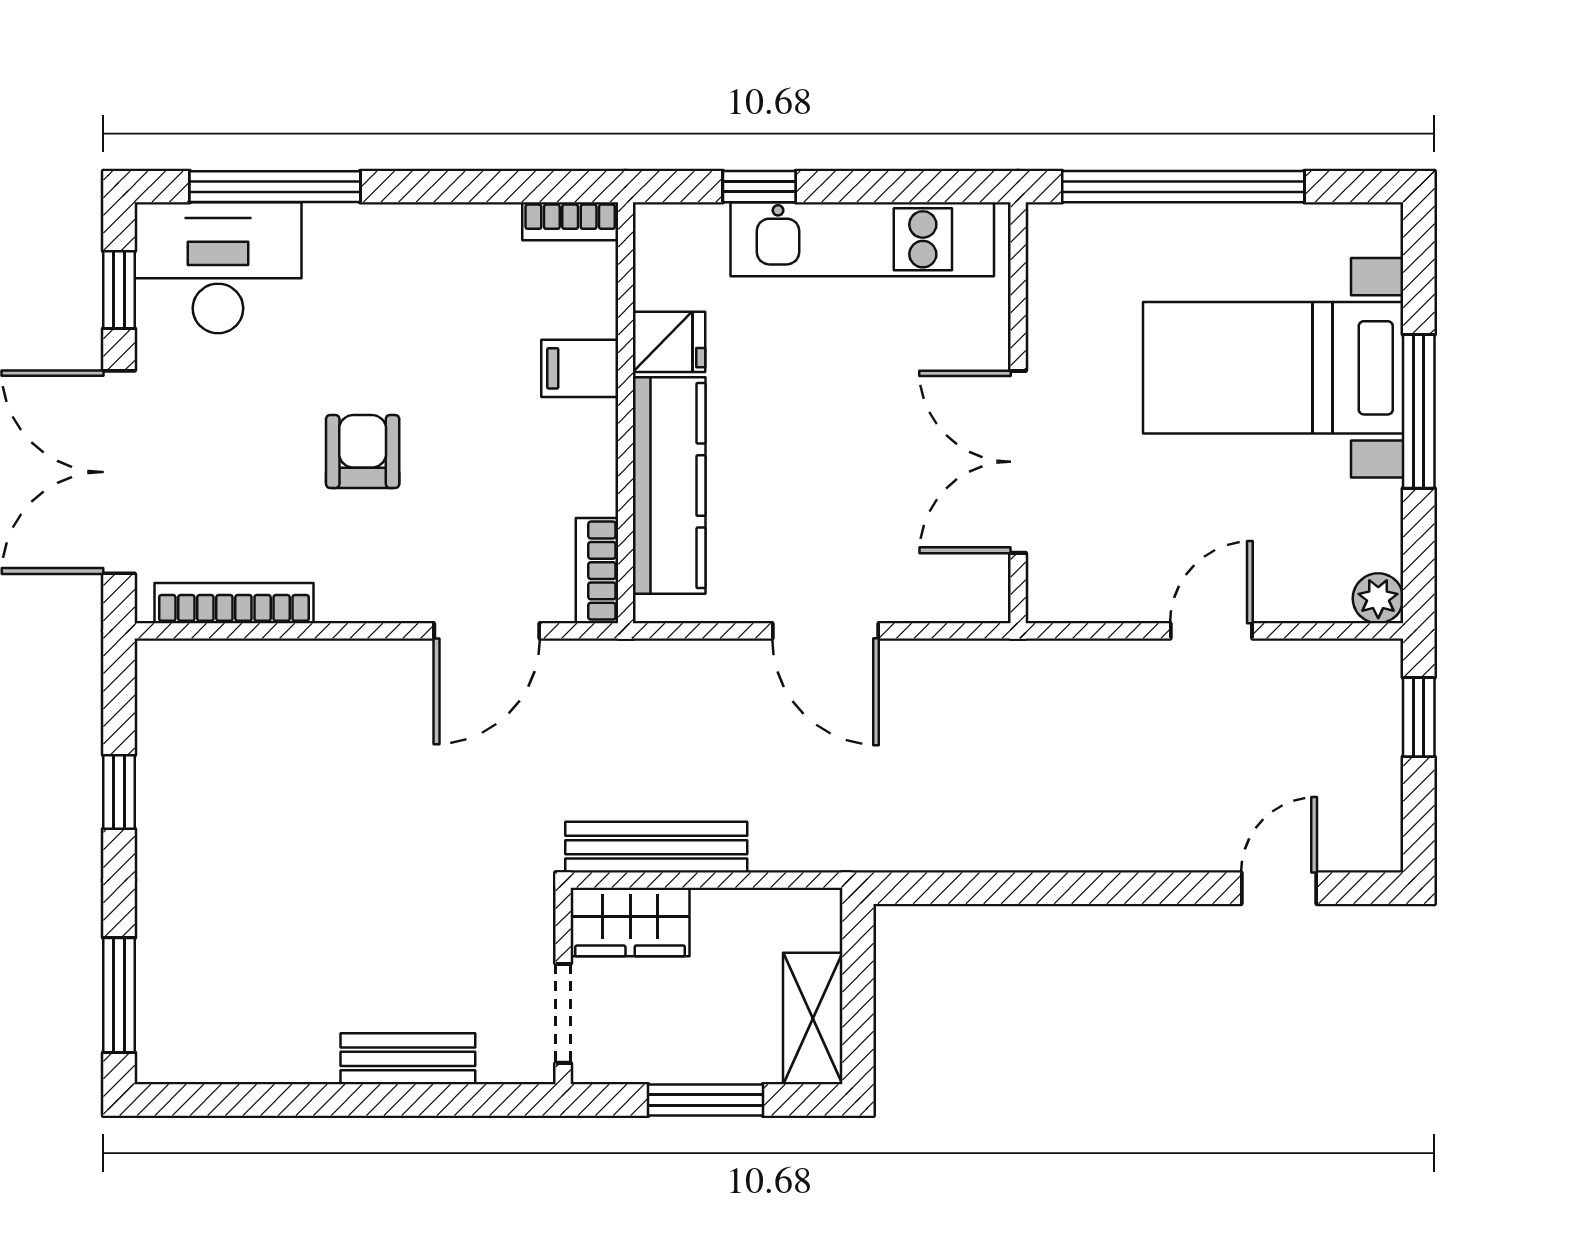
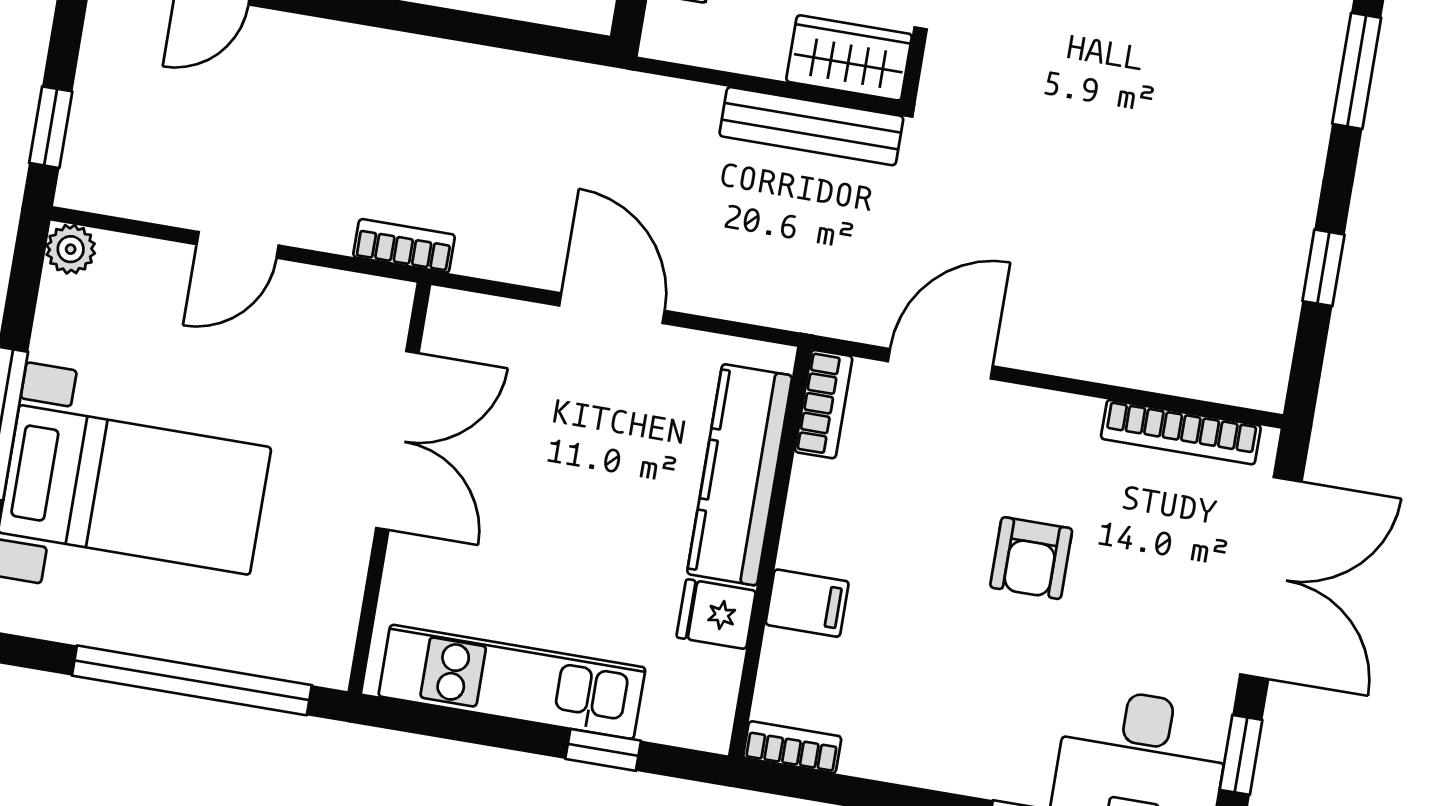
bookcase: (1044, 658) -> (404, 246), added

